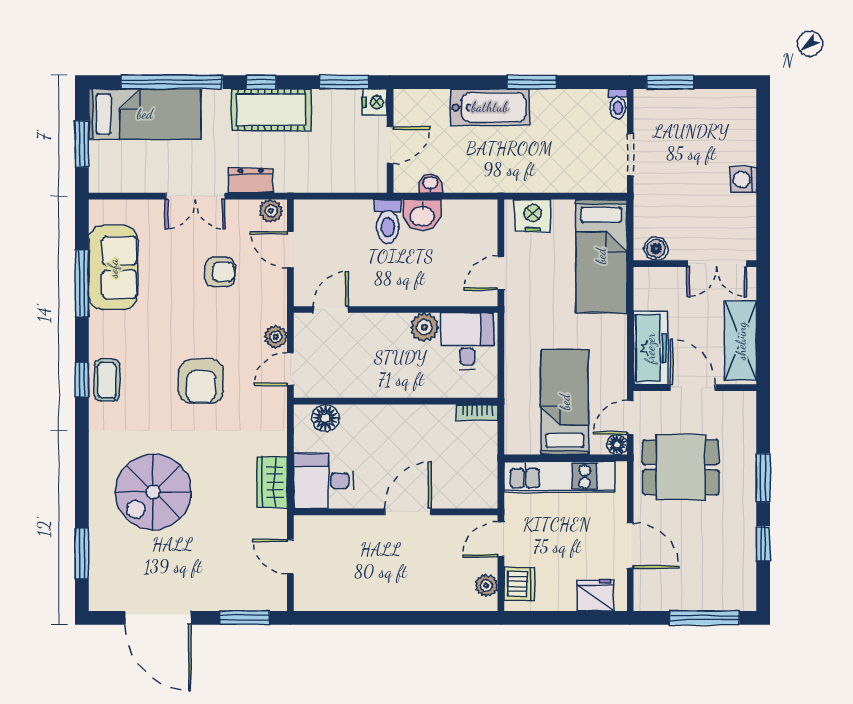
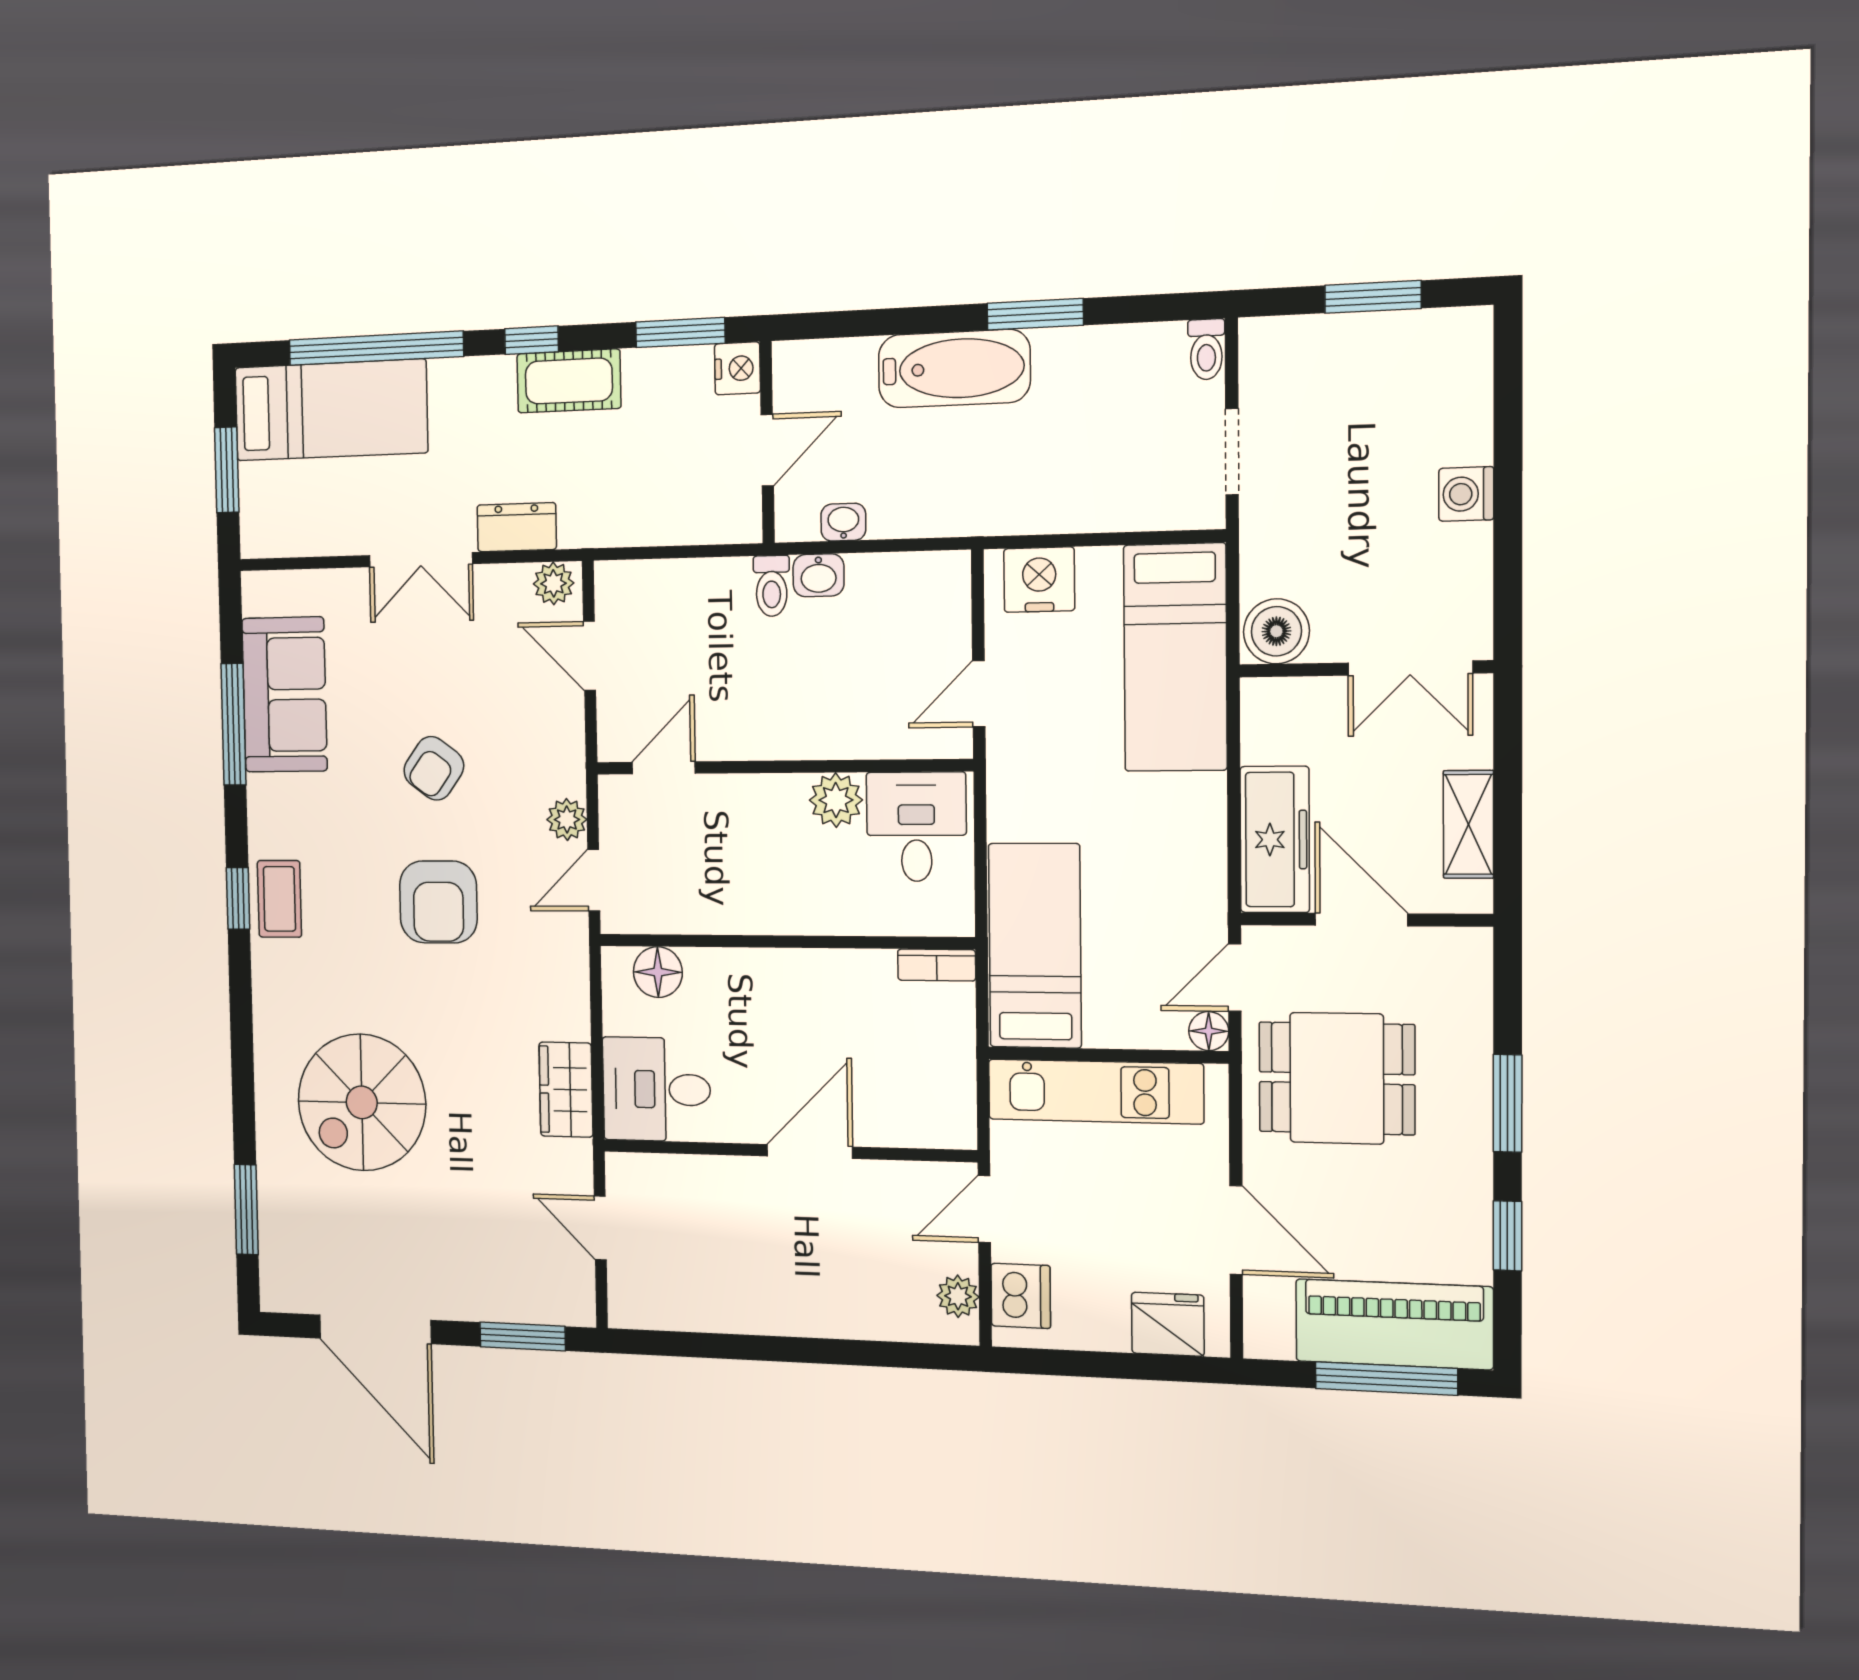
window: (670, 82) -> (1373, 297), moved
cot: (271, 110) -> (569, 381), width x0.73, depth x0.75
washbasin: (422, 215) -> (819, 575), width x0.72, depth x0.69
toilet: (388, 221) -> (772, 586), width x0.73, depth x0.72
boiler: (656, 249) -> (1276, 631), width x1.36, depth x1.36
armchair: (220, 272) -> (434, 768), moved, turned 126
shelving: (741, 341) -> (1468, 824), width x0.67, depth x0.75
bed: (565, 402) -> (1035, 946), moved
piano: (708, 590) -> (1394, 1324), added

